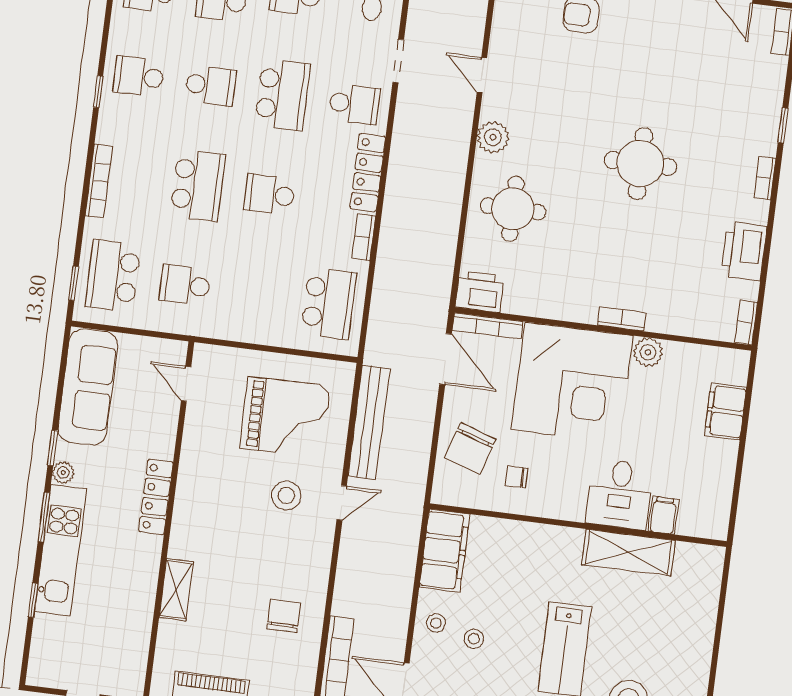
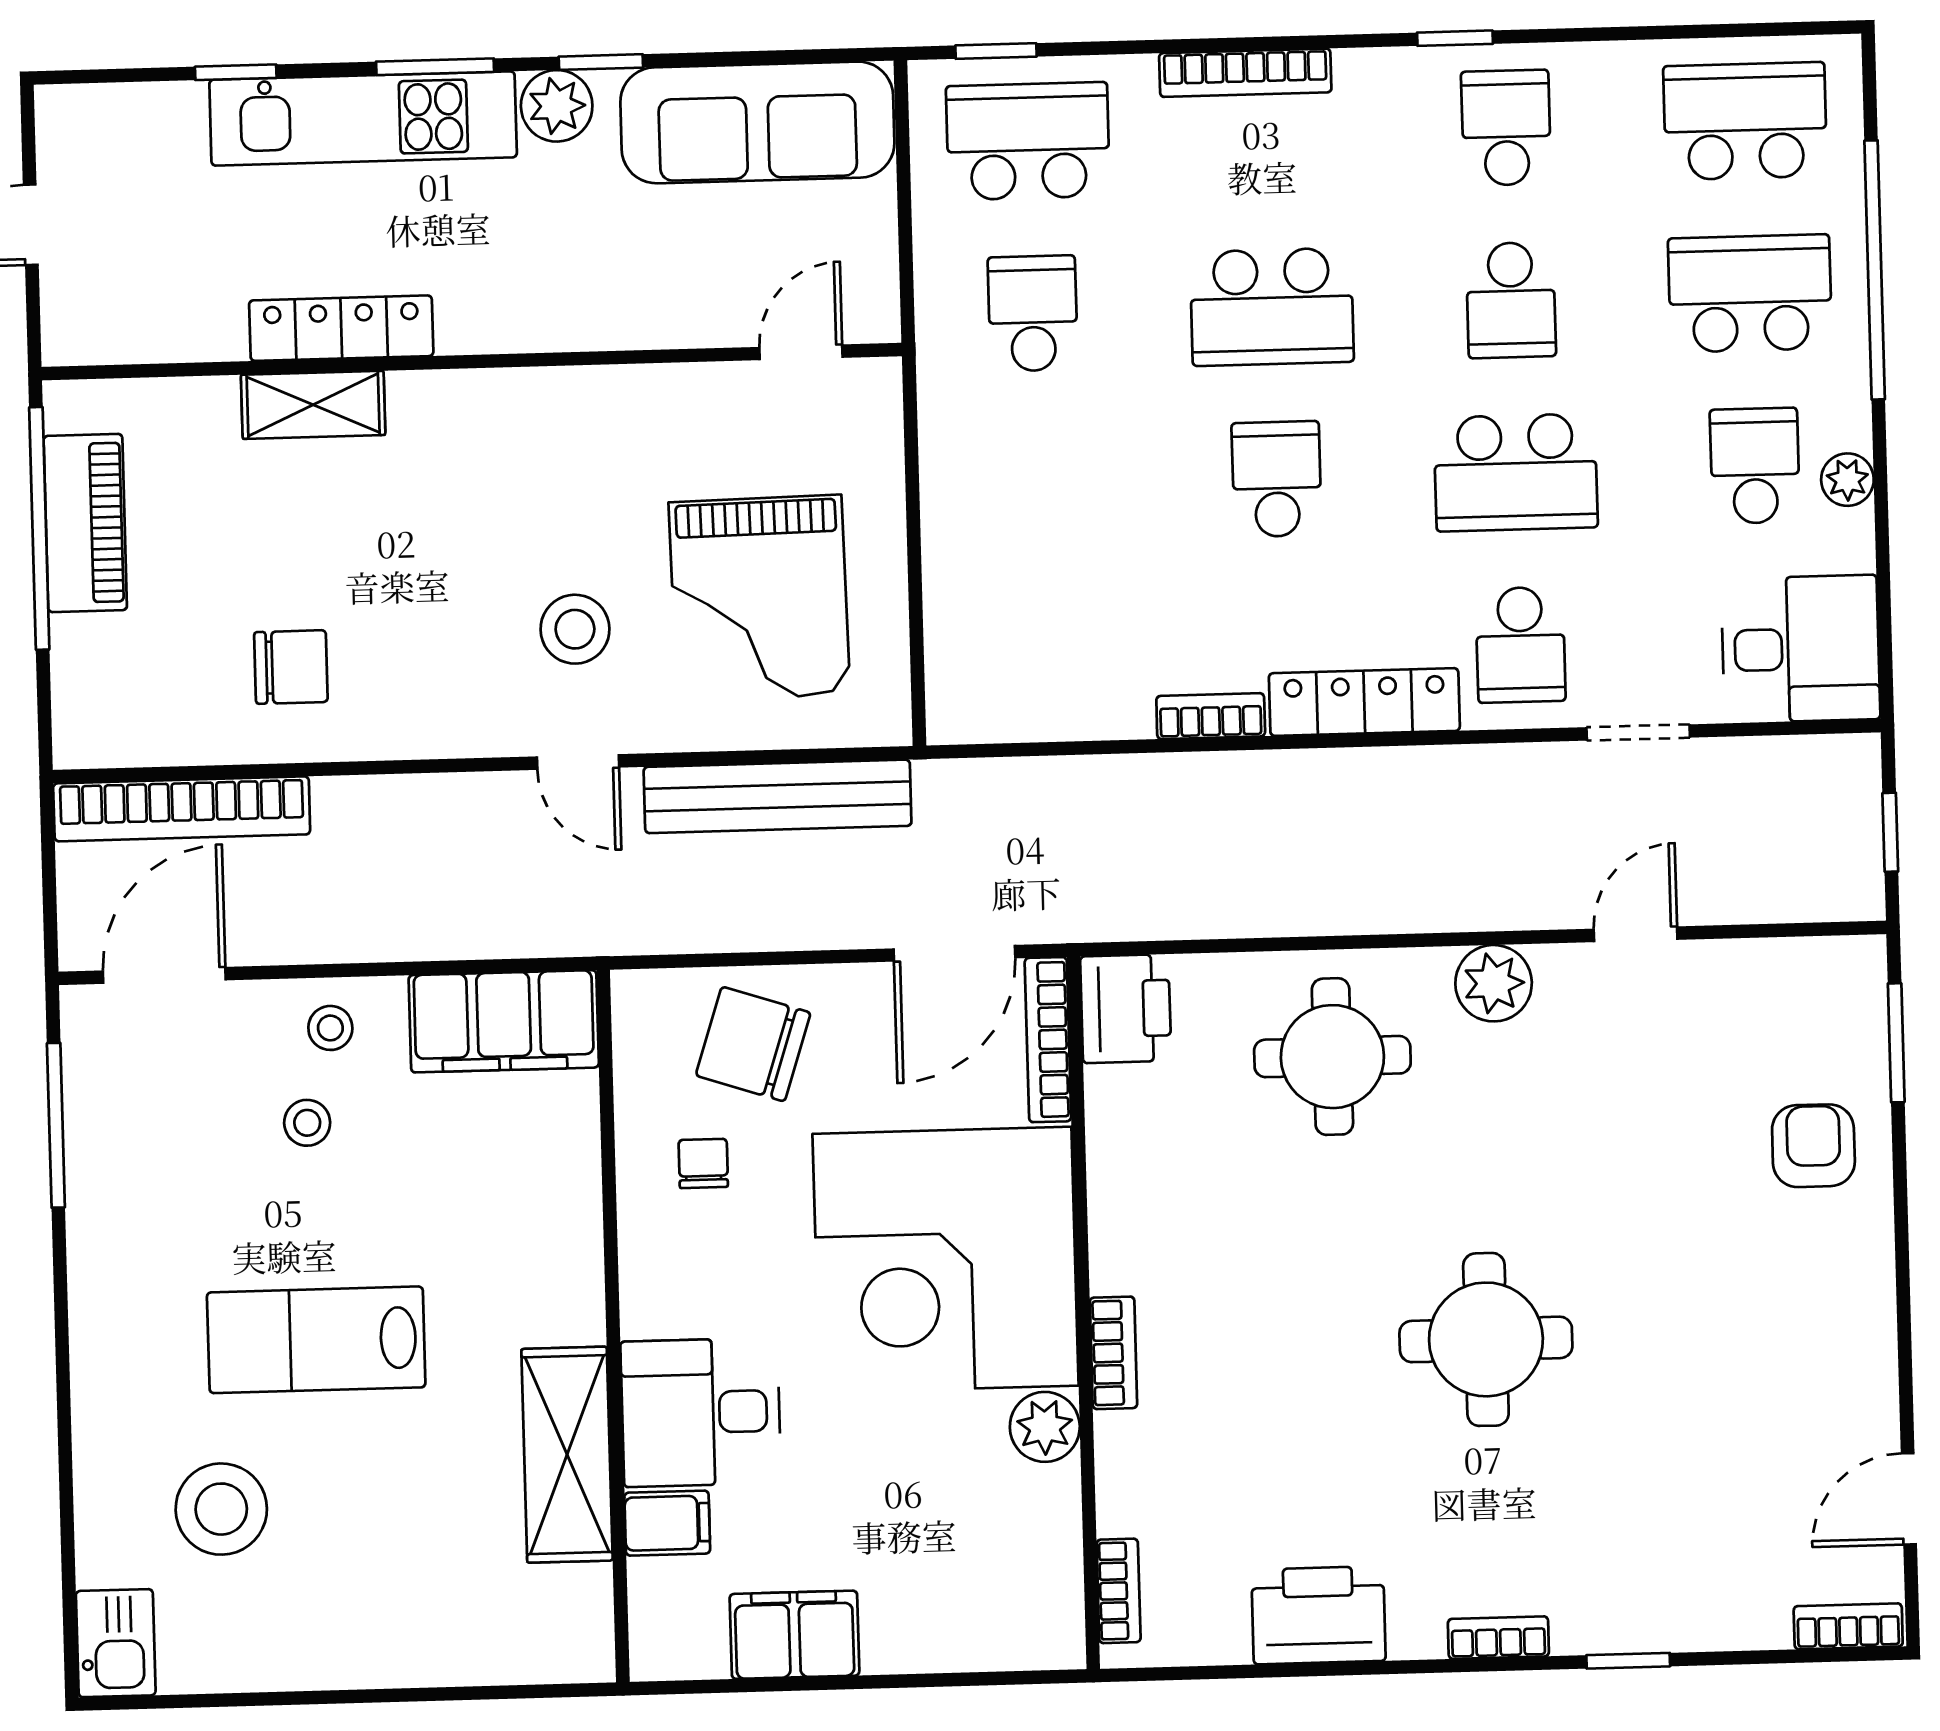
school desk: (329, 303) -> (1042, 658), removed
bookcase: (746, 322) -> (1119, 1591), moved, turned 90
filing cabinet: (725, 411) -> (794, 1635), moved
plant: (63, 473) -> (557, 106), width x1.38, depth x1.38
locker: (156, 497) -> (341, 328), moved

